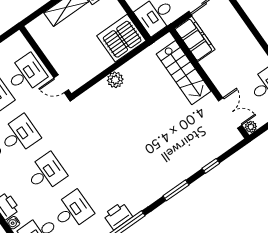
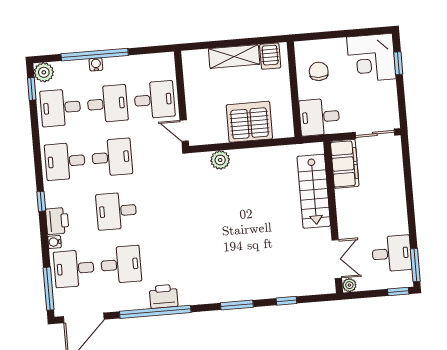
server rack: (121, 38) -> (249, 122), moved
plant: (115, 80) -> (220, 160), moved
desk: (46, 173) -> (116, 211), turned 180

